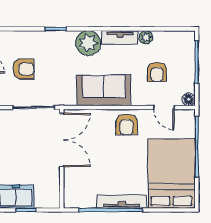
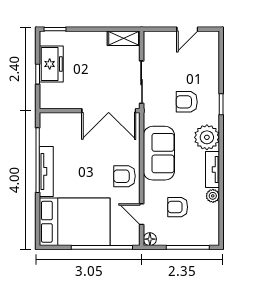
armchair: (23, 69) -> (187, 102), moved, turned 90
door: (164, 107) -> (142, 214), hinge flipped

